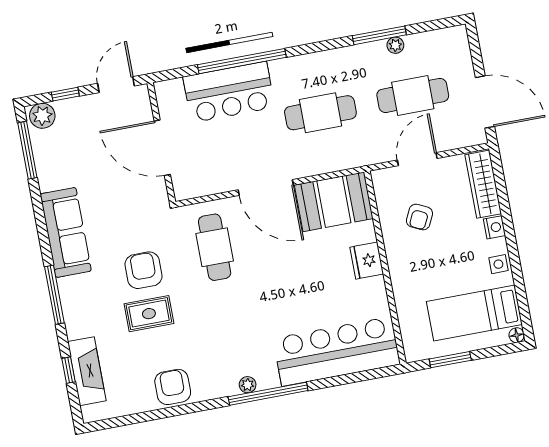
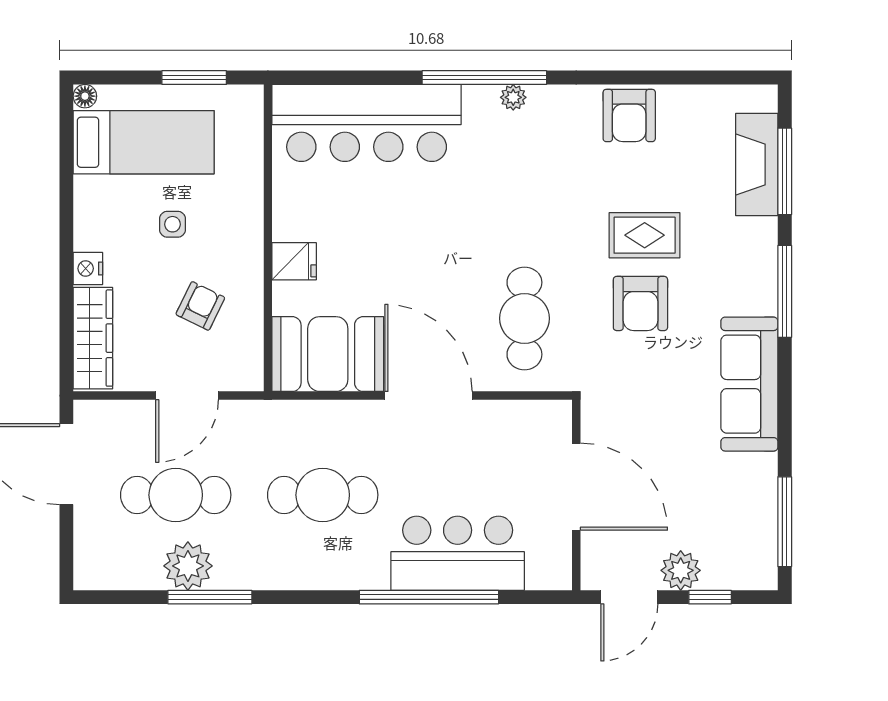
plant: (395, 45) -> (188, 566), width x1.88, depth x1.88
plant: (42, 116) -> (681, 570), moved
fridge: (367, 261) -> (294, 261), width x0.72
side table: (498, 264) -> (172, 224), moved
window: (69, 370) -> (785, 171), width x2.17

